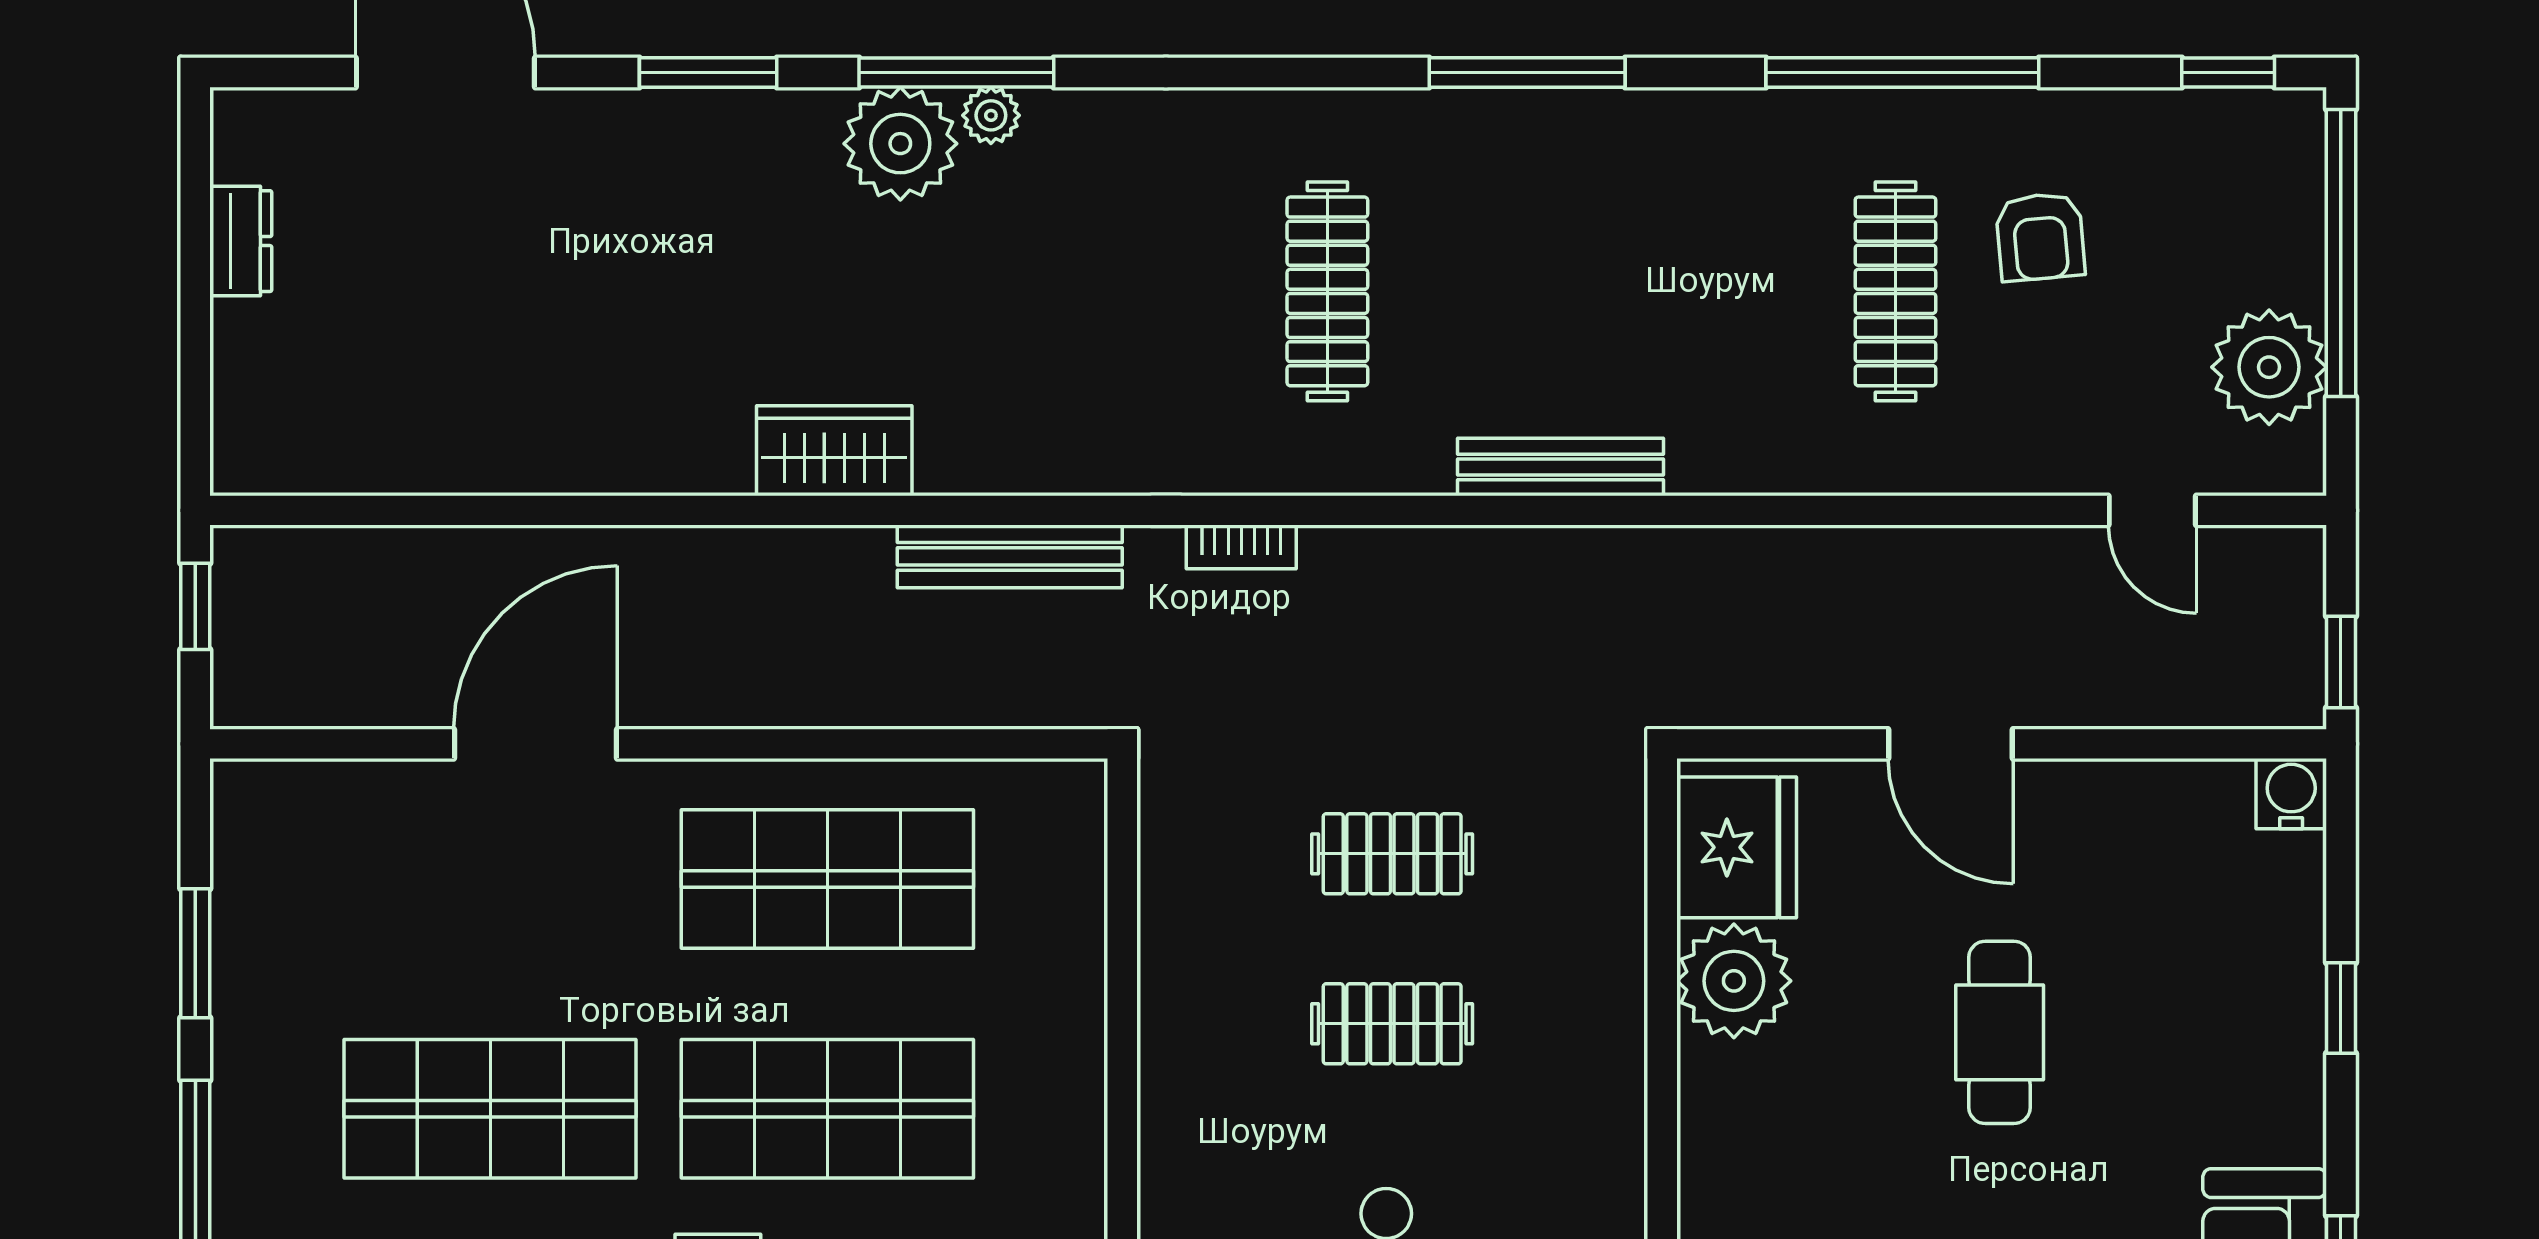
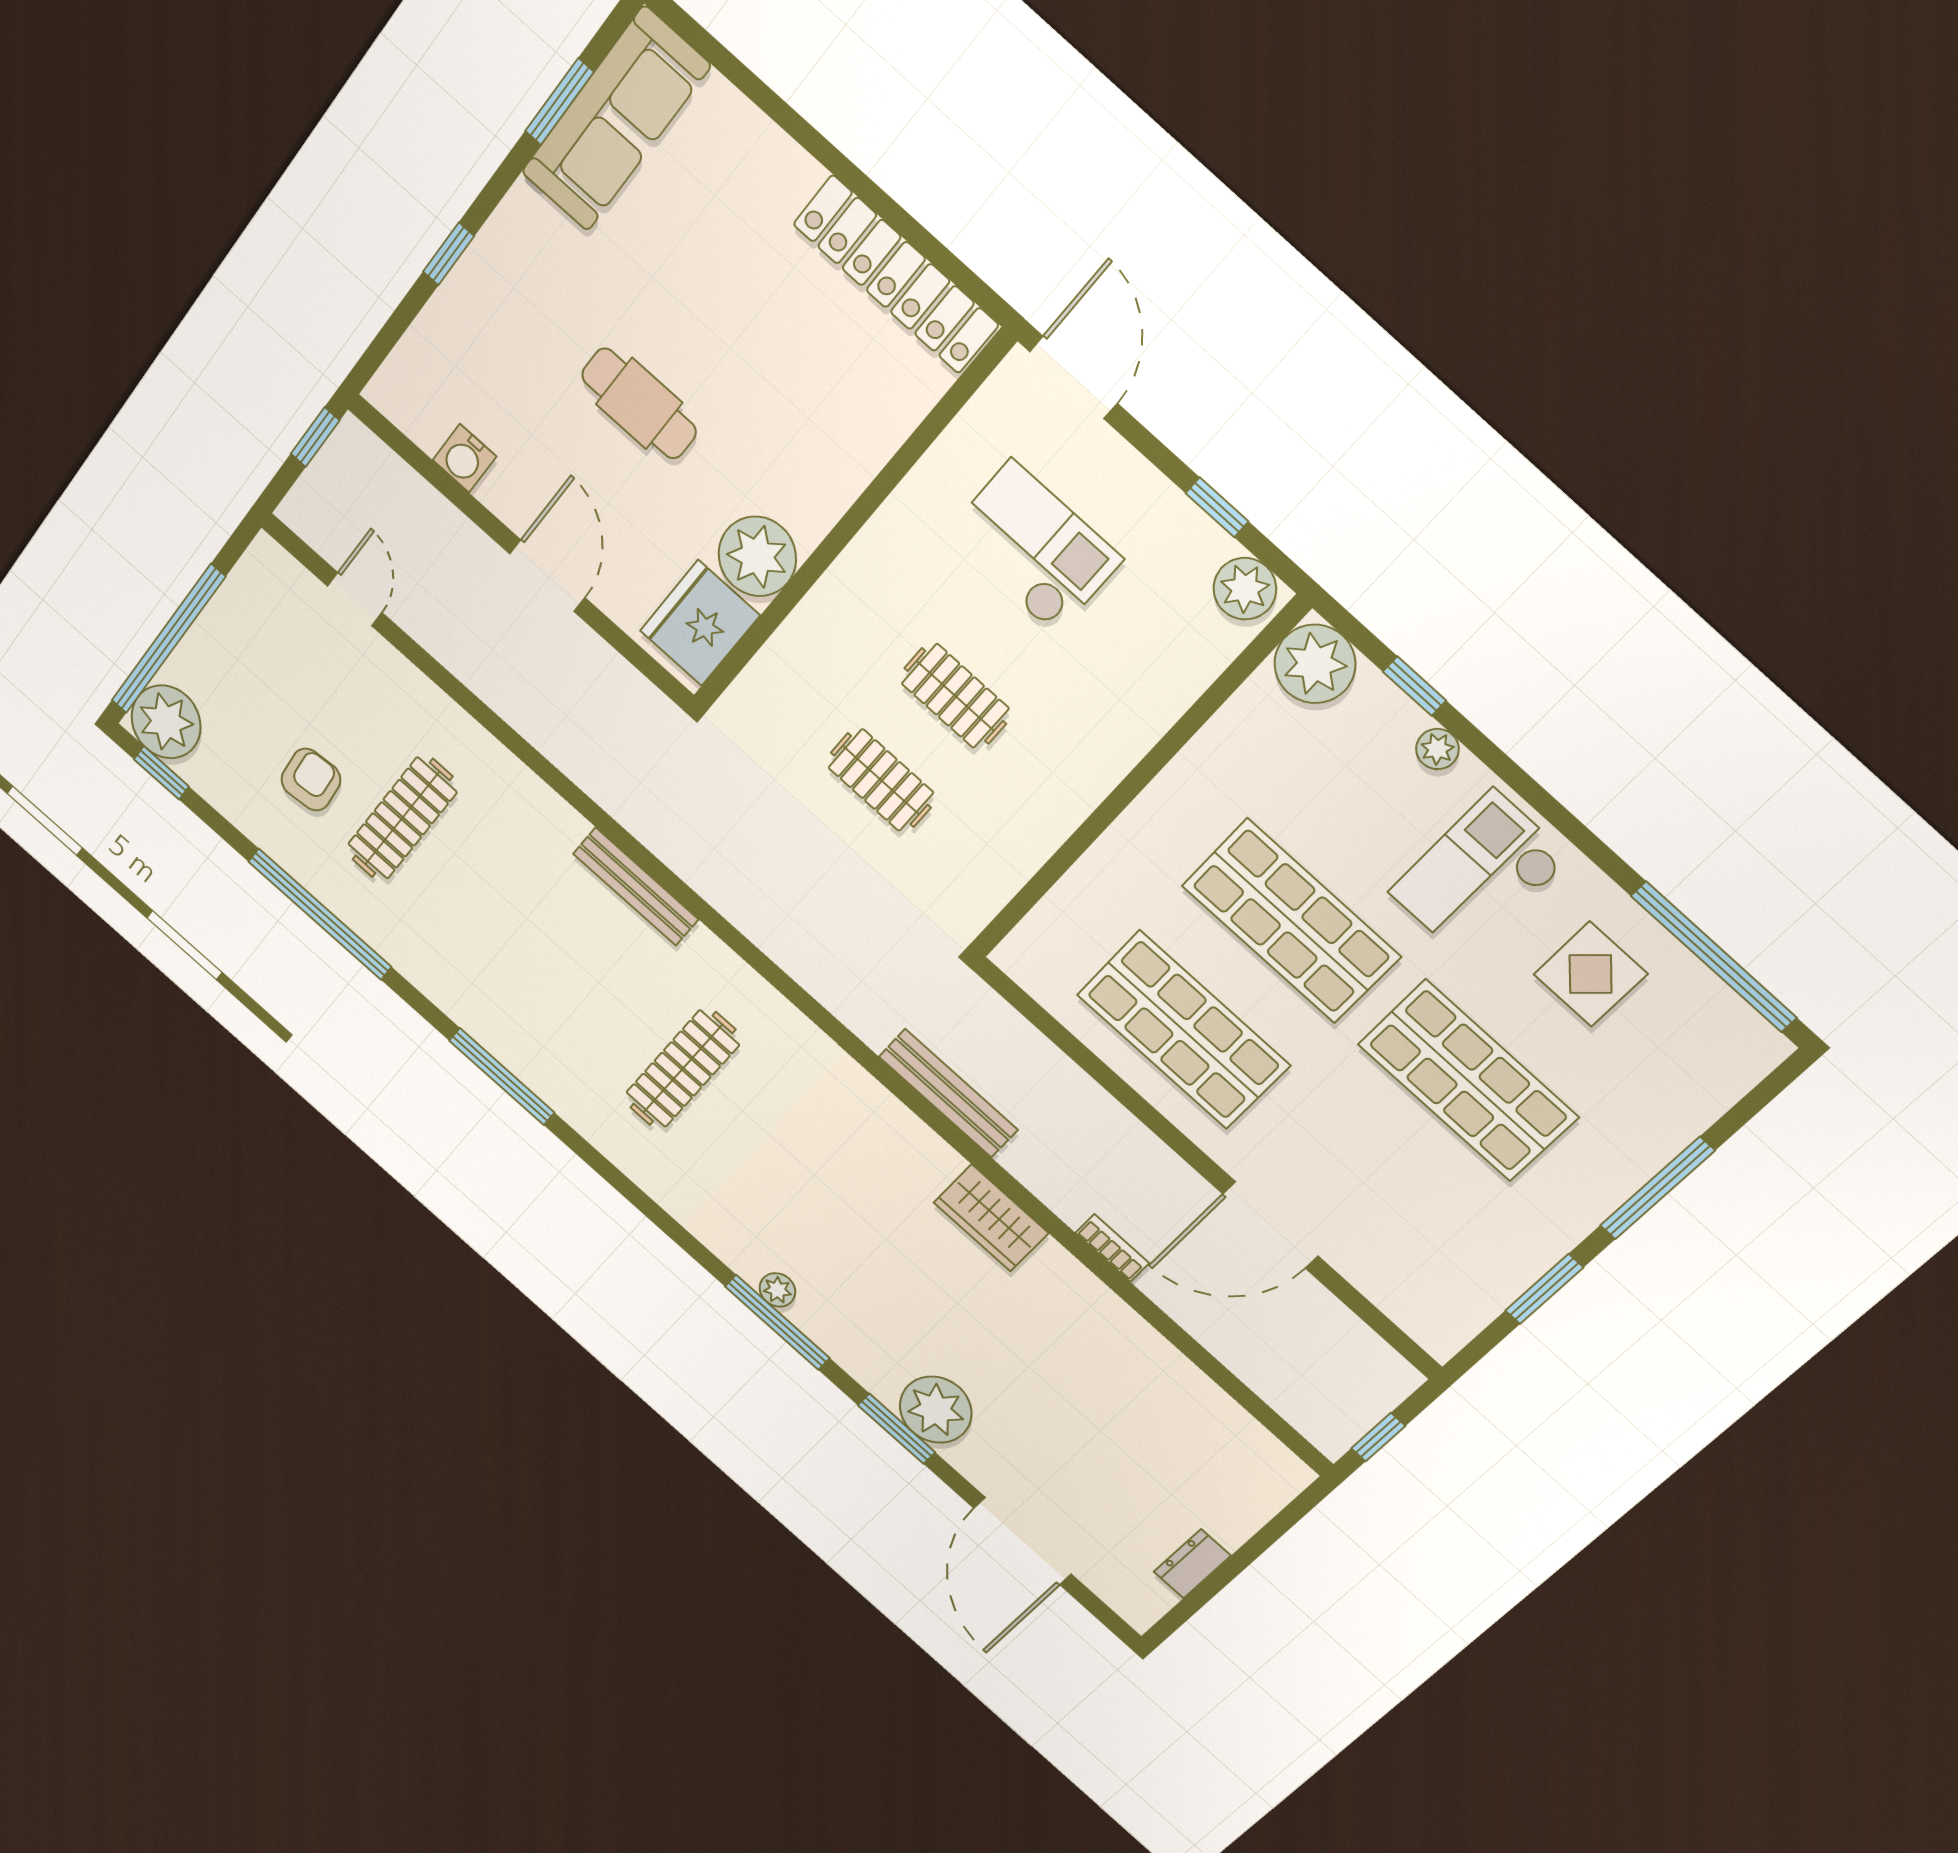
plant: (900, 144) -> (936, 1410), moved
plant: (2269, 367) -> (166, 722), moved
bookcase: (1241, 547) -> (1112, 1248), moved
water cooler: (2291, 794) -> (464, 458), moved
cafe table: (2000, 1032) -> (639, 403), turned 90

